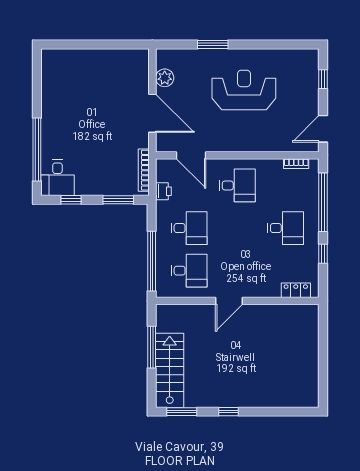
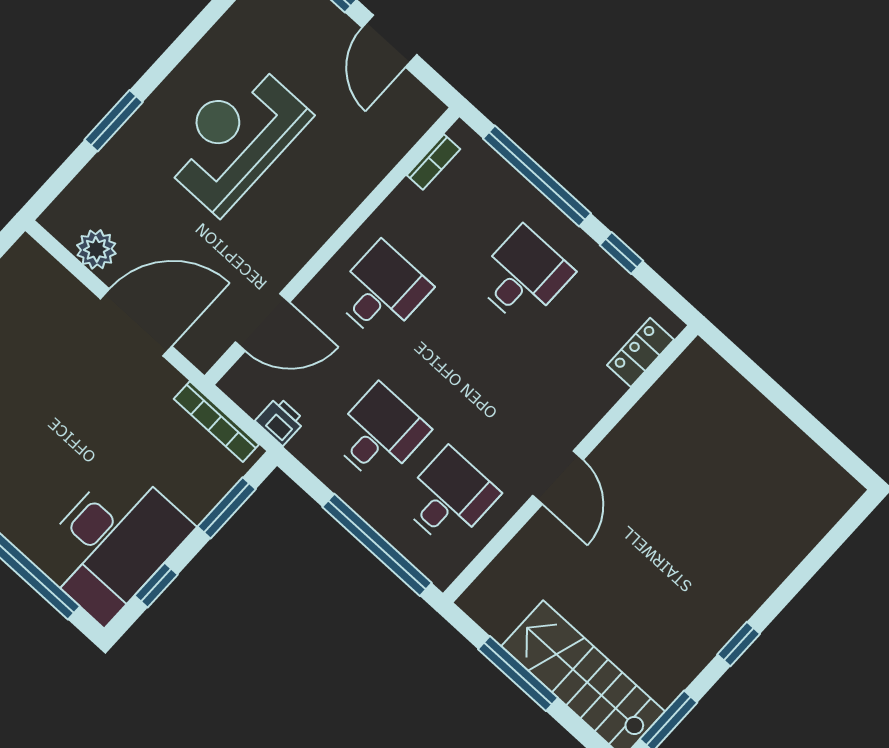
door: (323, 129) -> (389, 41), moved
desk: (57, 178) -> (113, 543), width x1.87, depth x1.30

